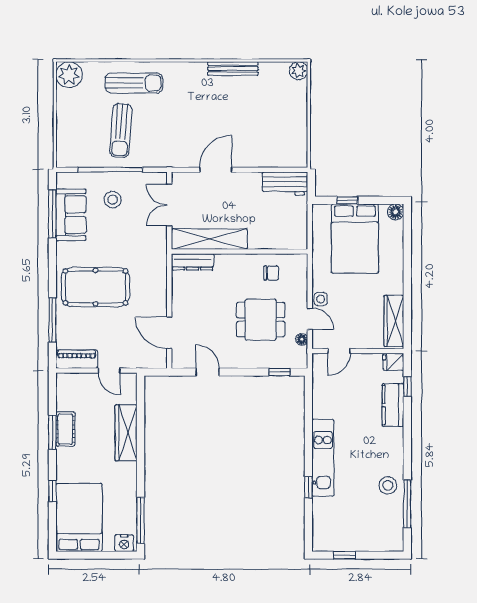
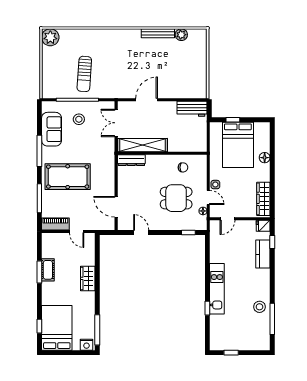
plant: (299, 71) -> (181, 35), moved
sun lounger: (134, 83) -> (93, 43), removed
floor lamp: (396, 212) -> (265, 158), moved
window: (52, 214) -> (39, 151), moved
wardrobe: (126, 433) -> (88, 278), width x0.67
window: (52, 491) -> (39, 326), moved

